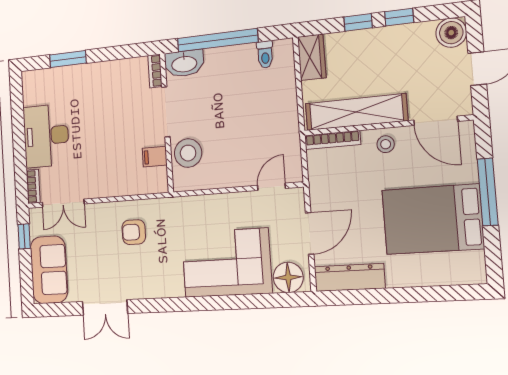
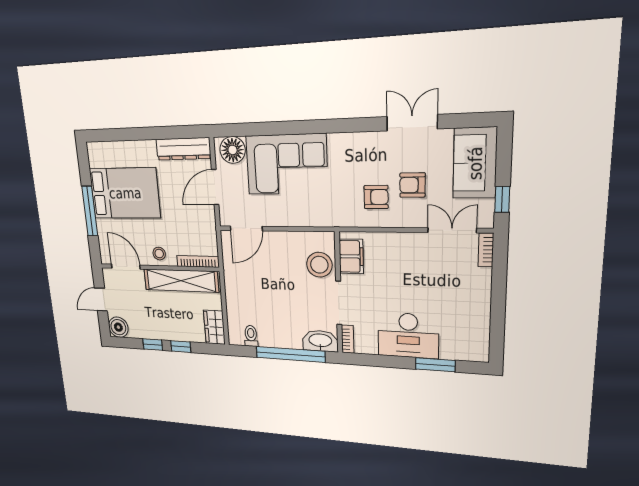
desk: (46, 136) -> (408, 336), moved, turned 90
filing cabinet: (155, 157) -> (351, 256), width x2.00
door: (272, 187) -> (246, 228), width x1.38
armchair: (101, 246) -> (412, 185), added

